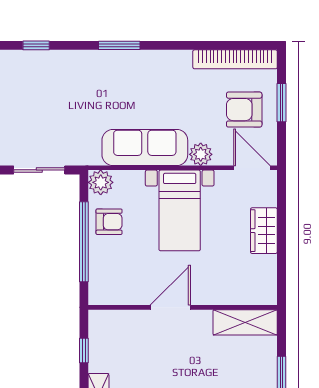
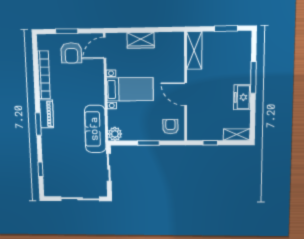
bookcase: (235, 59) -> (44, 75), moved
piano: (137, 61) -> (47, 114), added
sofa: (145, 148) -> (95, 129), moved
plant: (201, 154) -> (98, 78), removed
armchair: (109, 222) -> (170, 127), moved
window: (84, 242) -> (148, 143), width x0.47

